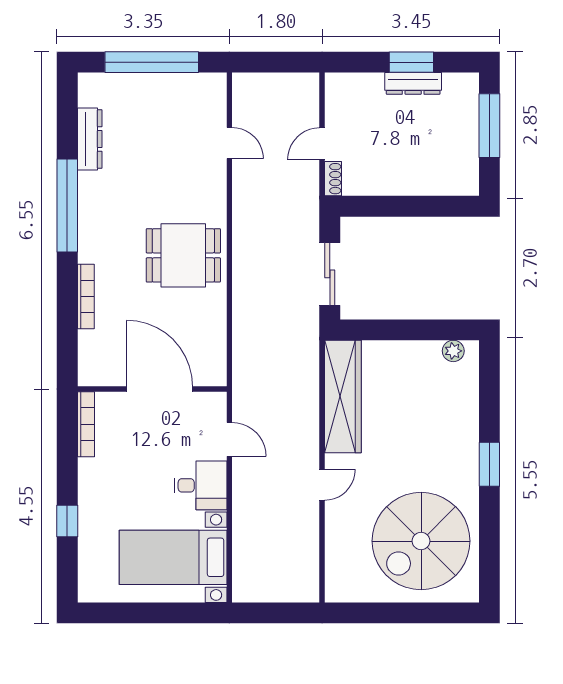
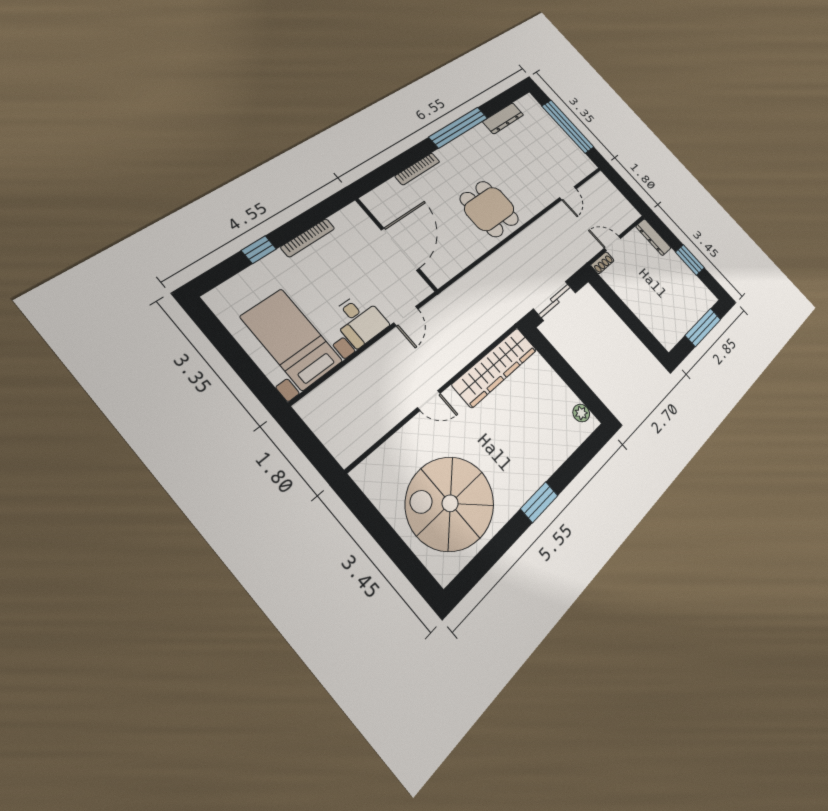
dresser: (413, 83) -> (653, 237), moved
bookcase: (86, 424) -> (308, 238), moved

